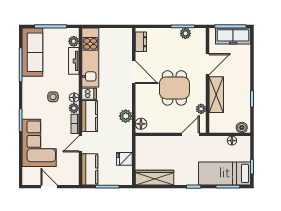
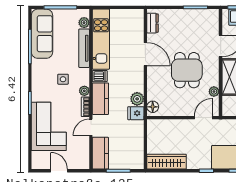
plant: (185, 33) -> (198, 15), removed
tv unit: (74, 61) -> (84, 48), width x1.41
floor lamp: (74, 97) -> (85, 80), removed
fridge: (124, 159) -> (136, 113), moved

